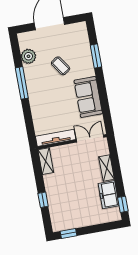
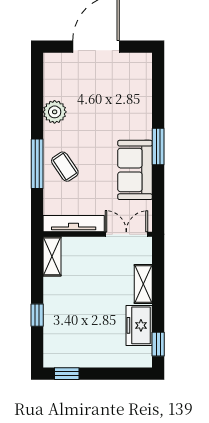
plant: (28, 56) -> (55, 112), moved
window: (96, 56) -> (158, 146), moved
coffee table: (61, 66) -> (65, 167), moved
window: (22, 83) -> (37, 164), moved

